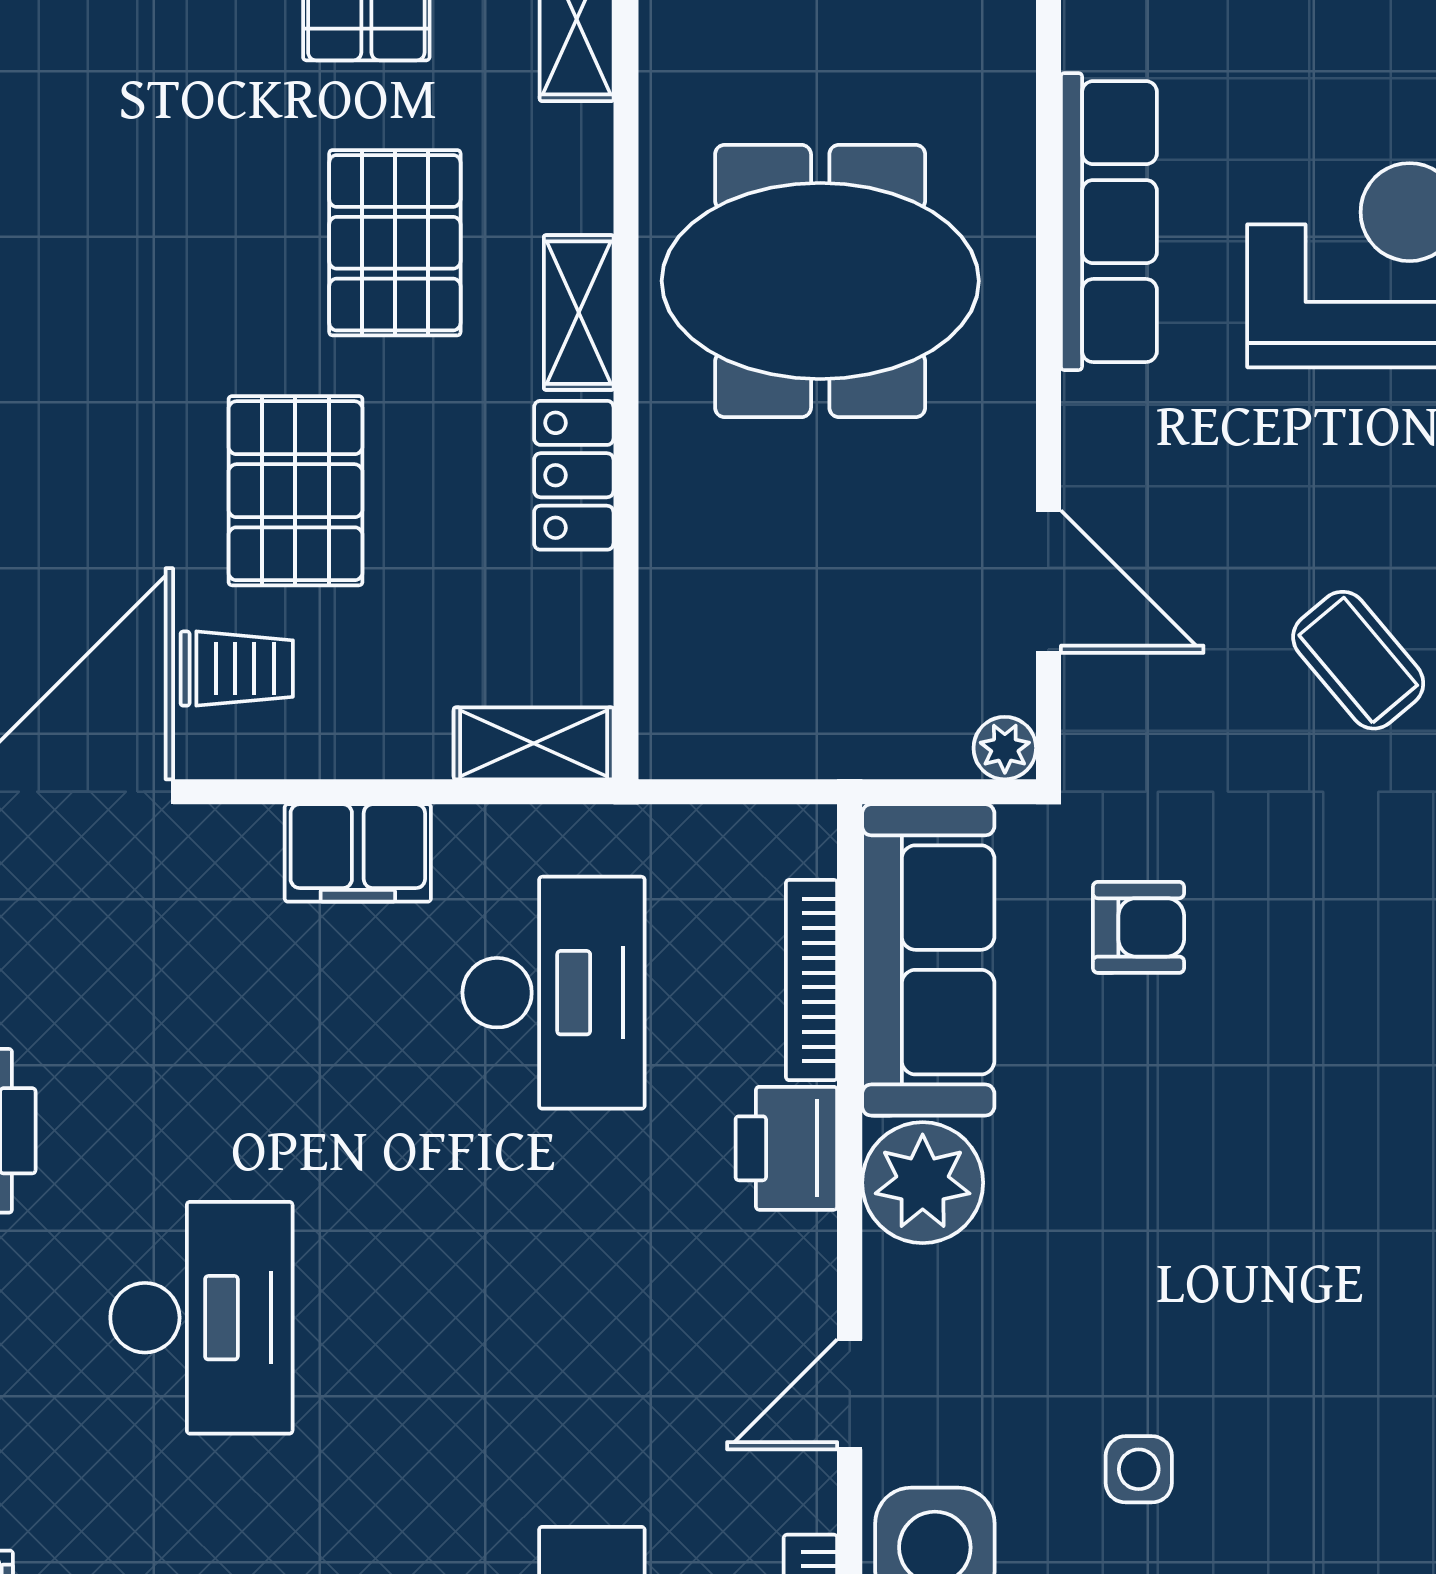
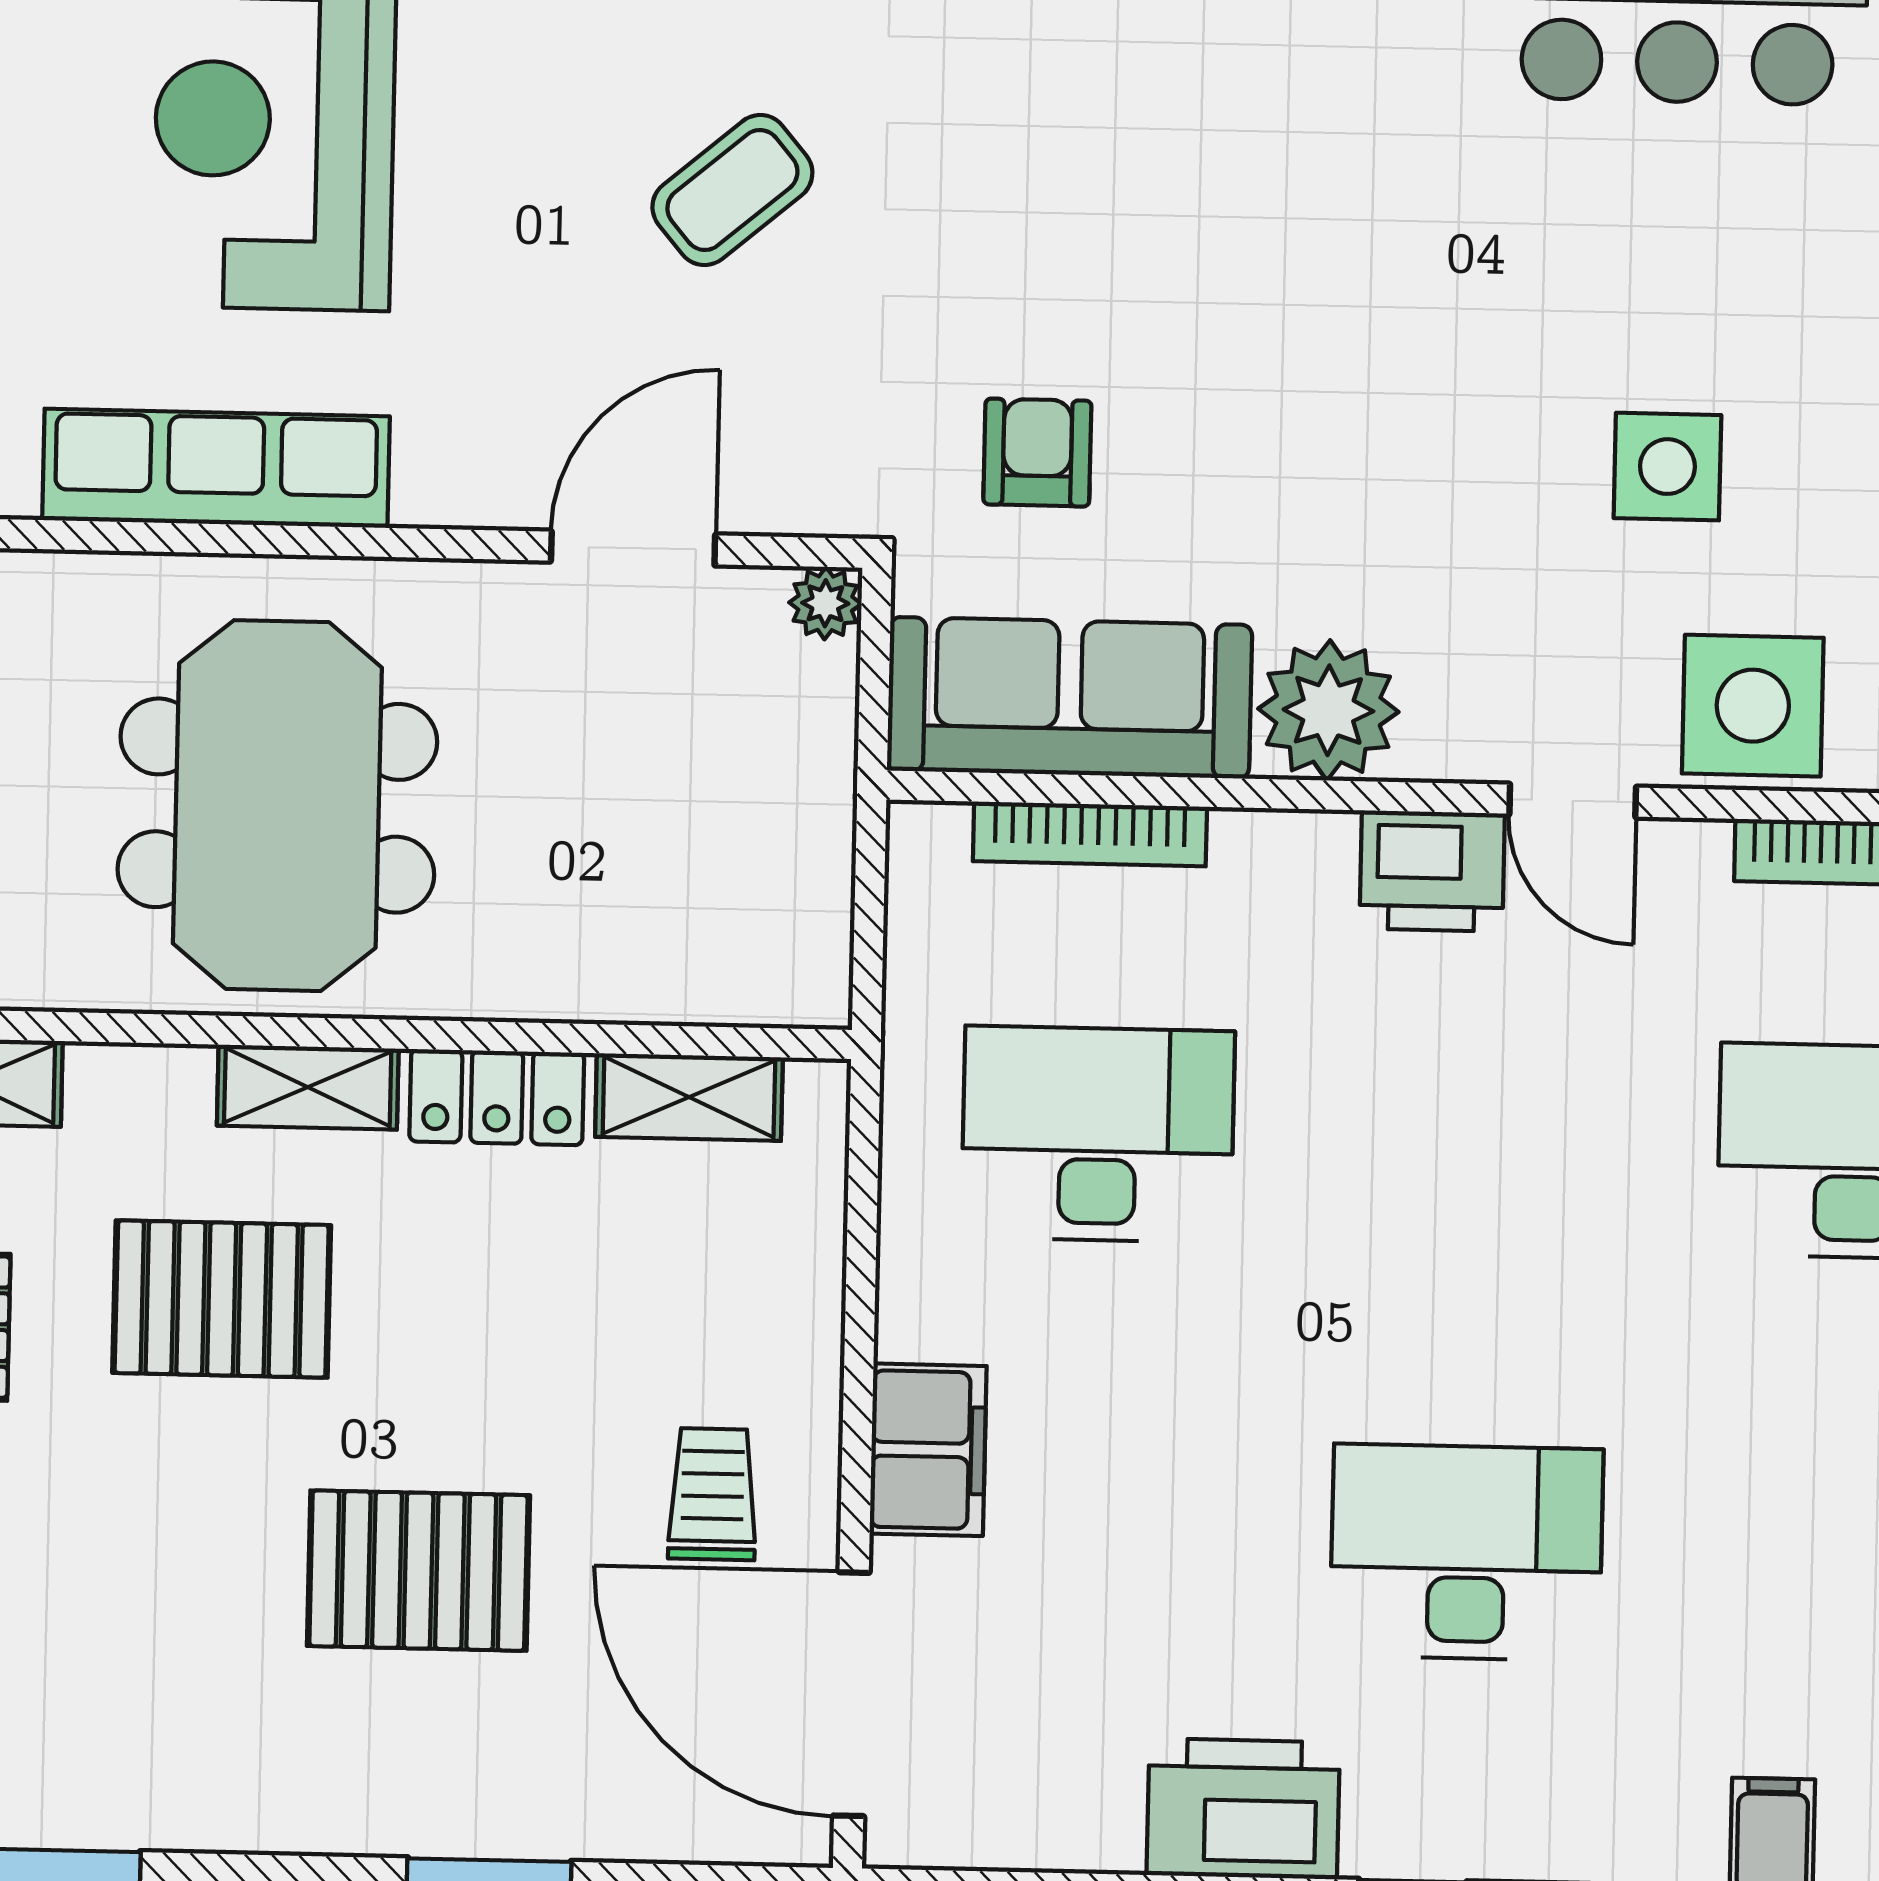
pallet: (295, 491) -> (418, 1571), moved
shelving: (534, 743) -> (689, 1097), moved, turned 90
filing cabinet: (358, 853) -> (928, 1450), moved
printer: (786, 1148) -> (1432, 871), moved
side table: (1139, 1469) -> (1667, 467), width x1.37, depth x1.37

